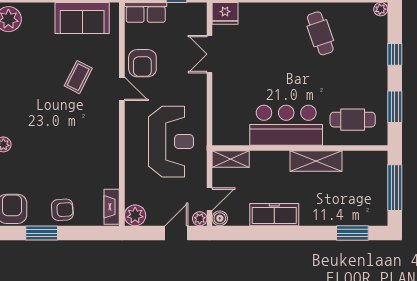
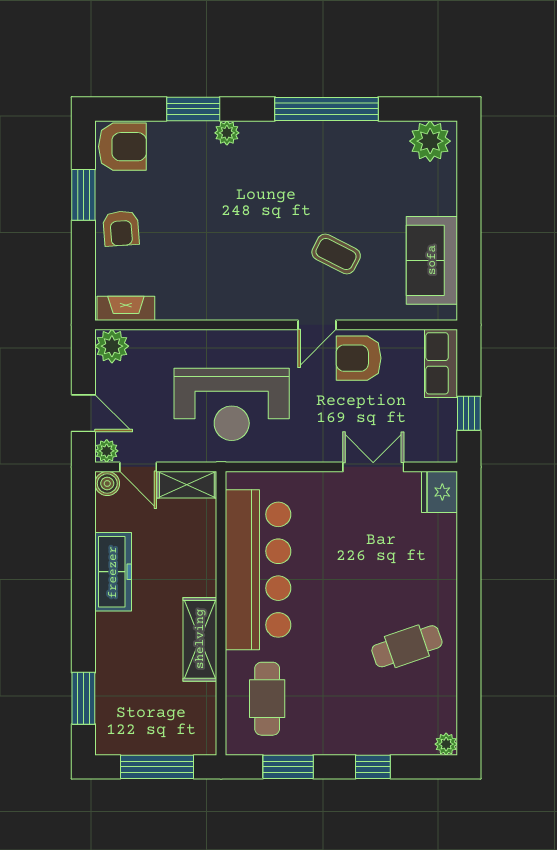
bar counter: (286, 125) -> (258, 570), width x1.36
shelving: (231, 159) -> (187, 485), moved, turned 90

